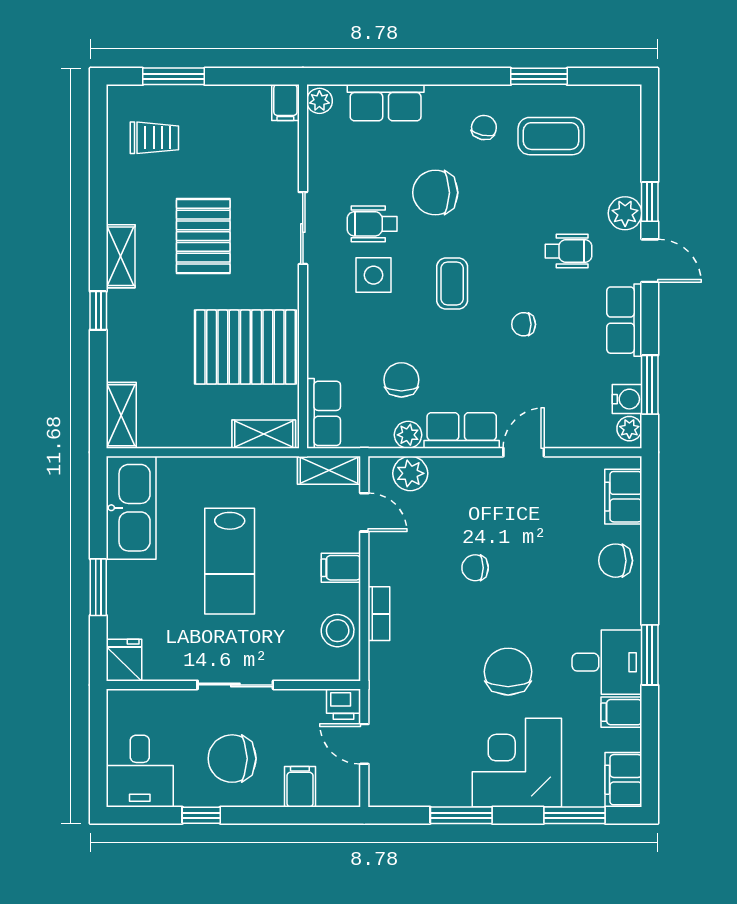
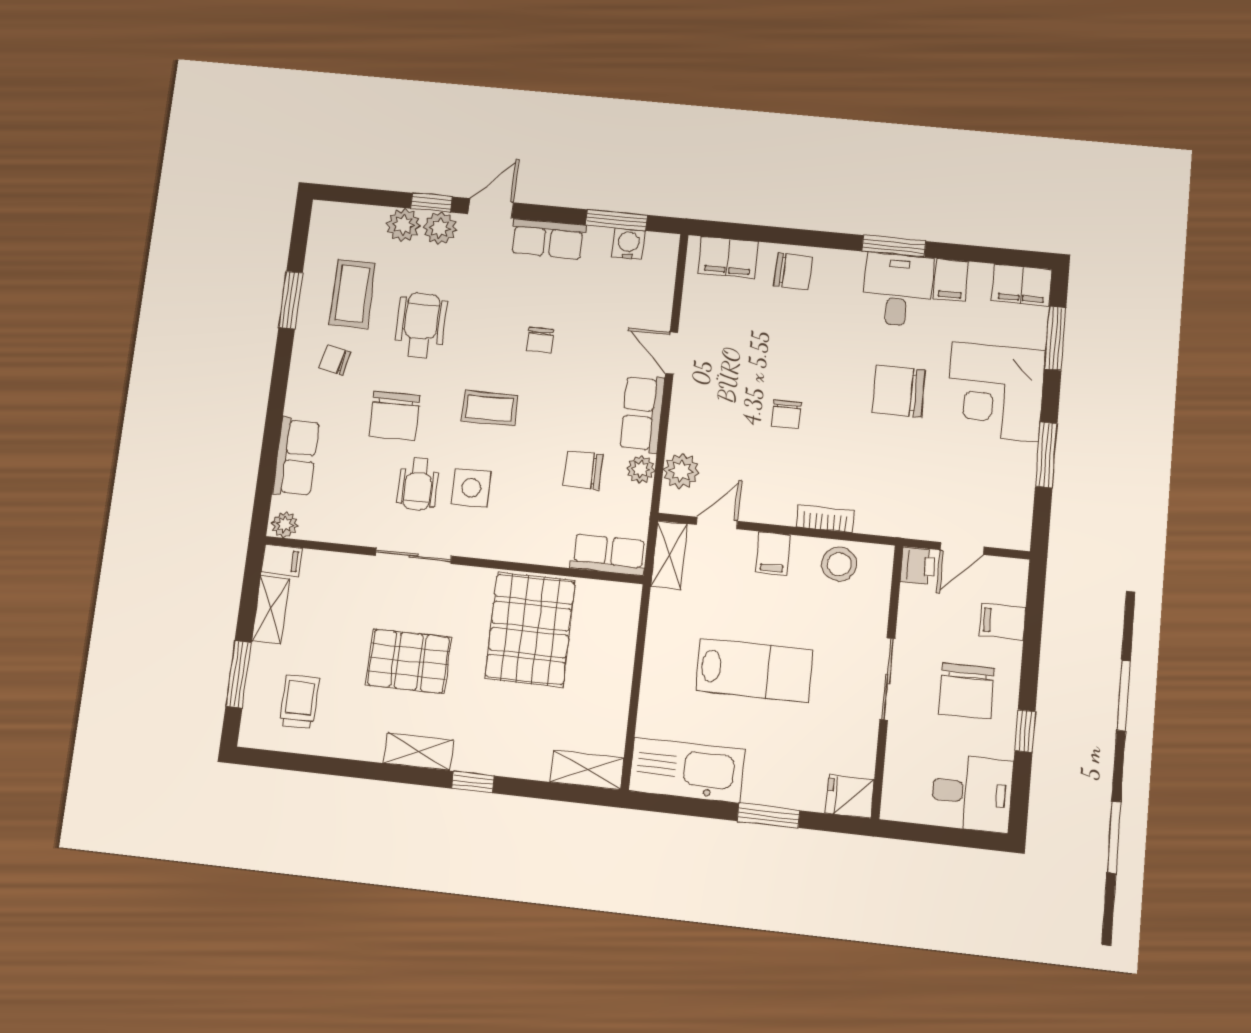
wheelchair: (568, 251) -> (421, 326), moved, width x1.36, depth x1.37
plant: (629, 429) -> (403, 225), moved, width x1.38, depth x1.38
shelving: (264, 434) -> (271, 610), moved
chair: (616, 561) -> (793, 271), turned -88

